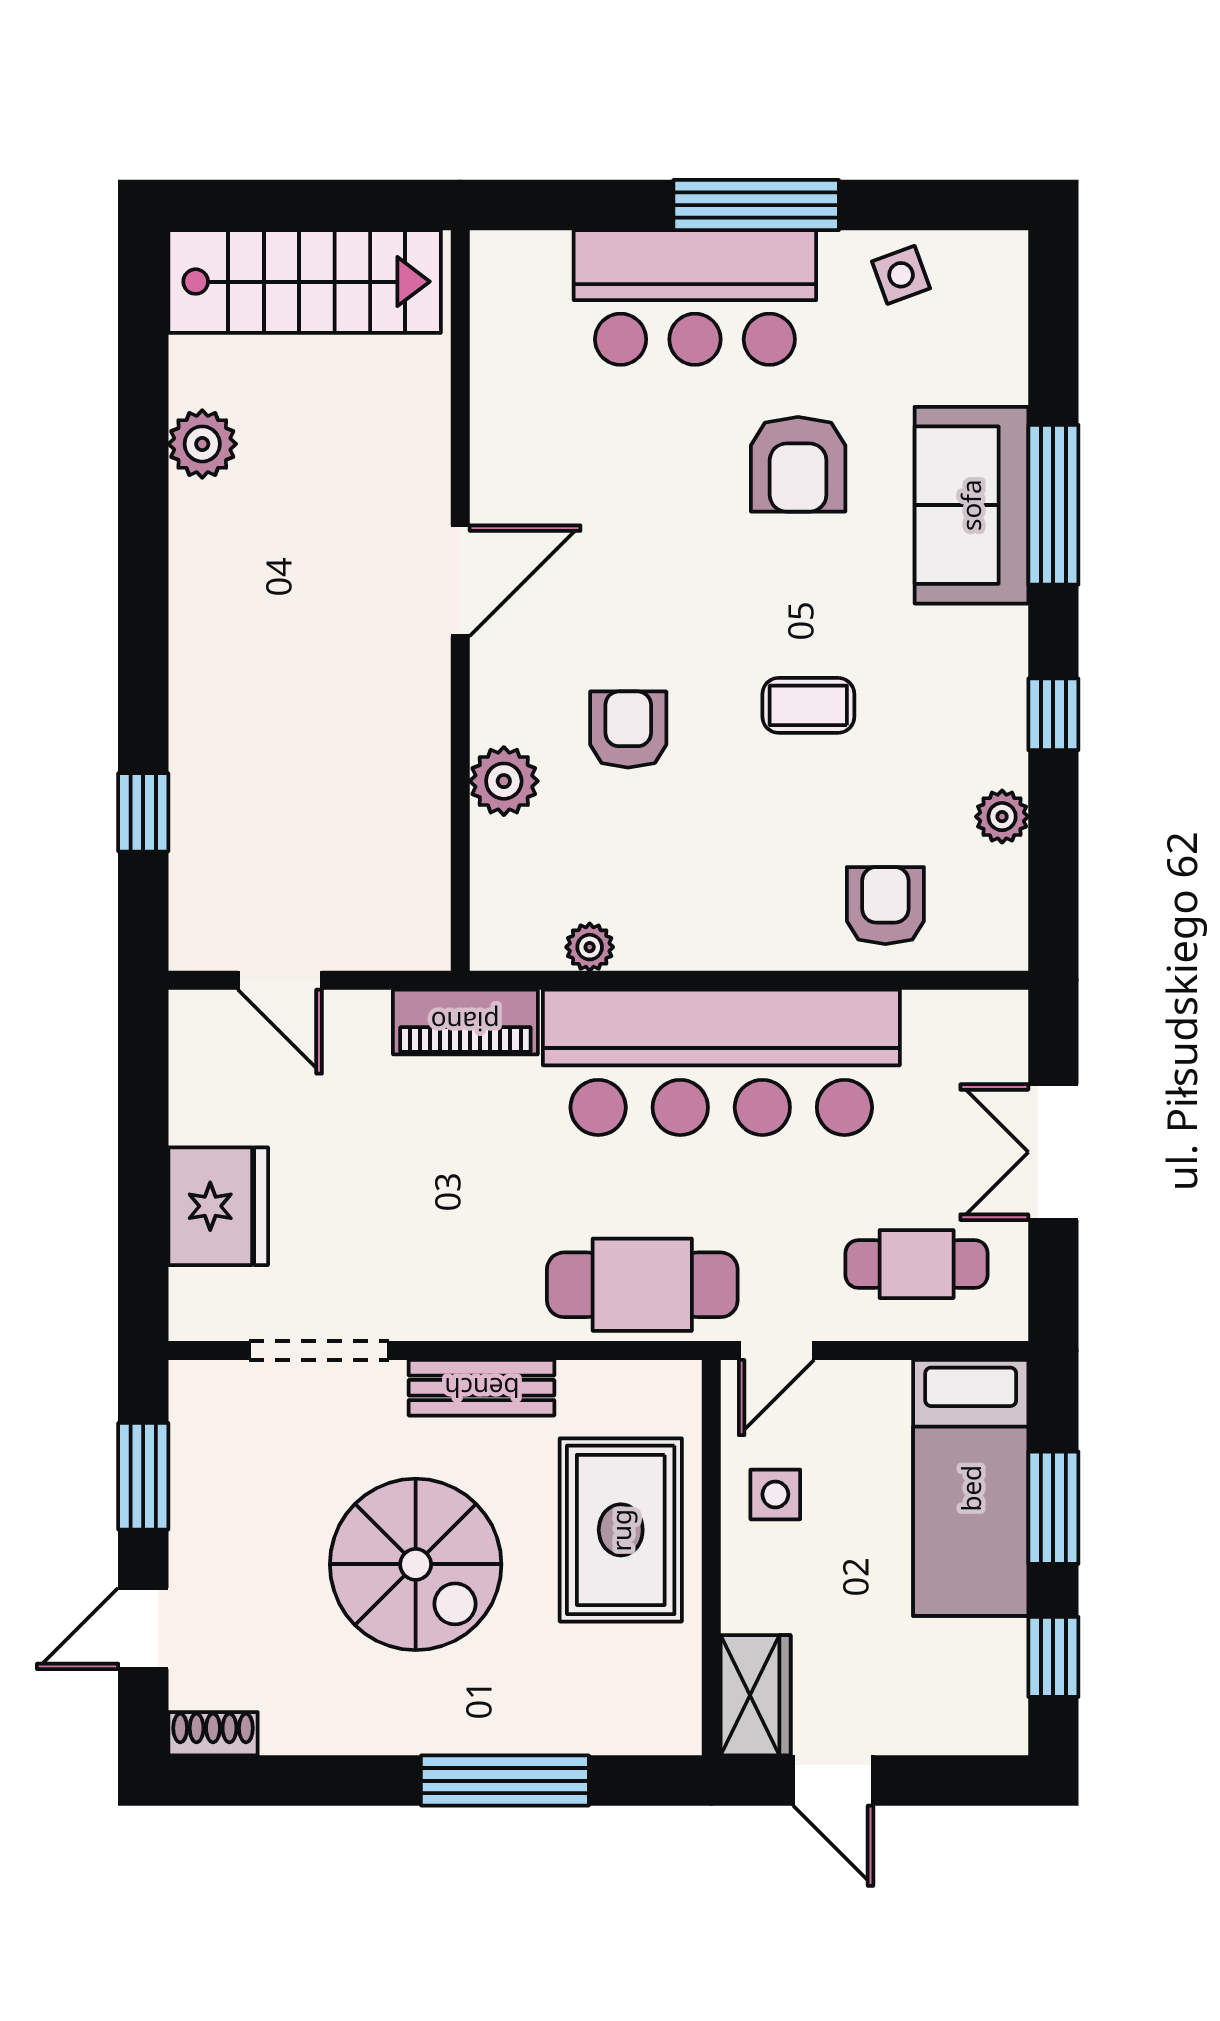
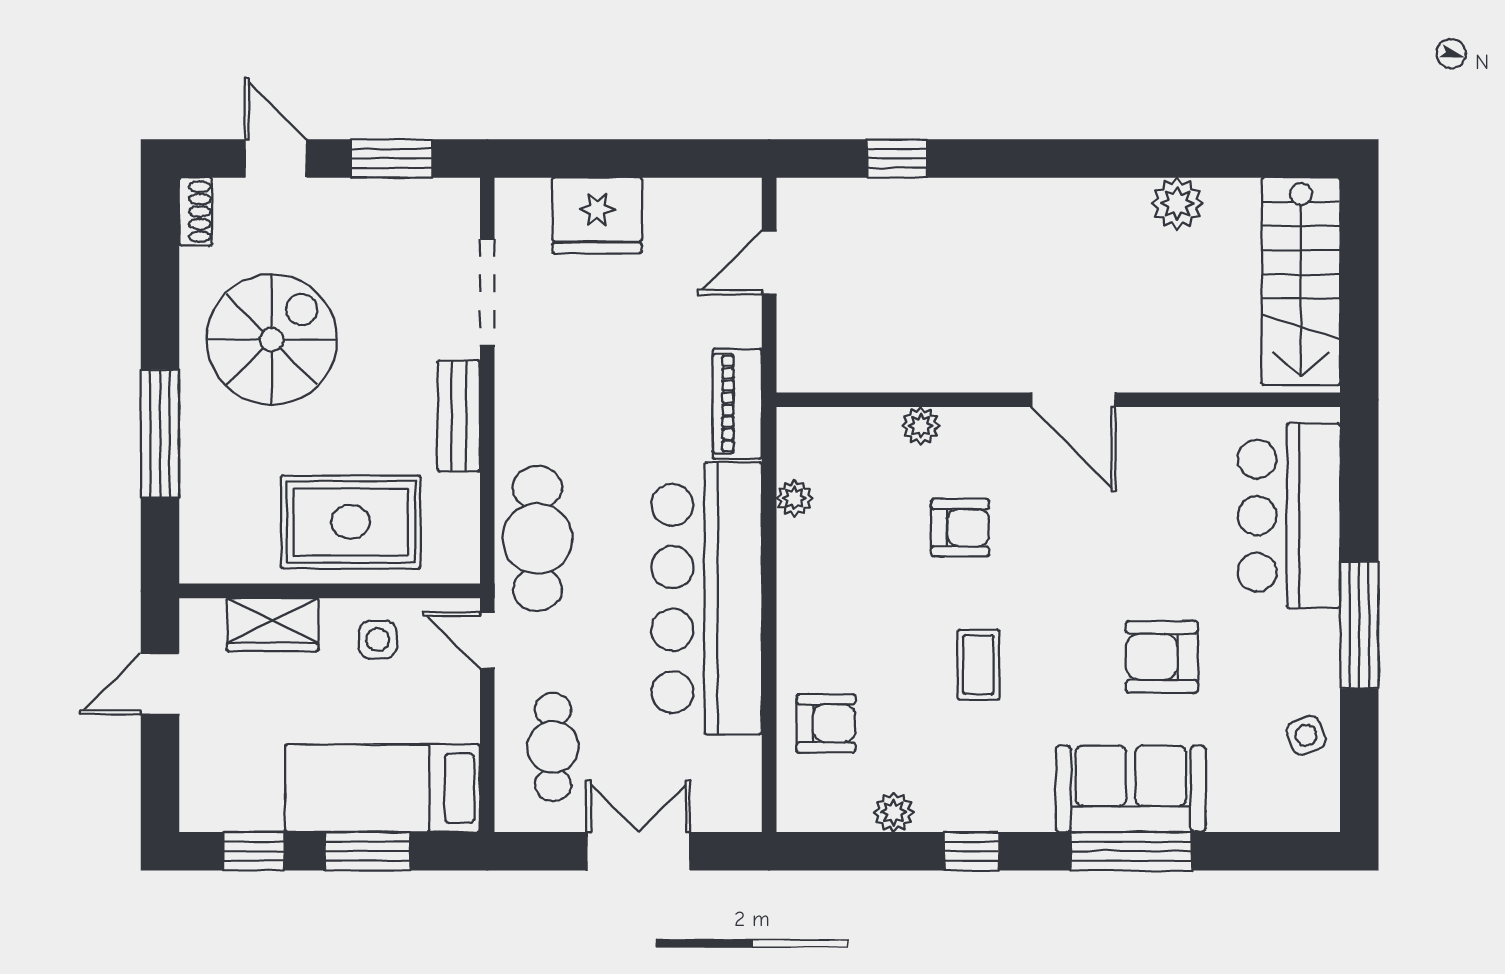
bar counter: (695, 298) -> (1289, 516), moved
plant: (504, 781) -> (921, 426), width x0.73, depth x0.73
spiral stairs: (416, 1564) -> (272, 340), moved, turned 180
wardrobe: (756, 1695) -> (273, 625), moved

